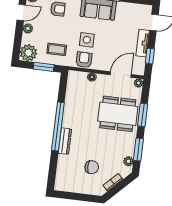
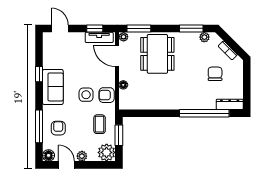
tv unit: (143, 43) -> (99, 37), moved
window: (143, 115) -> (139, 28), moved
window: (58, 126) -> (204, 113), moved
dresser: (65, 141) -> (230, 104), moved

